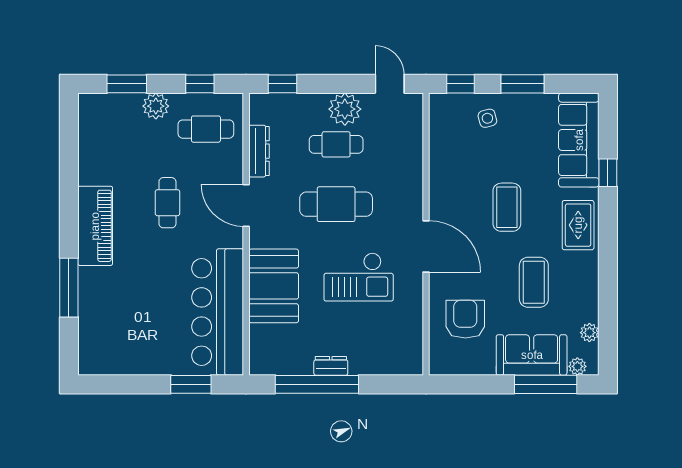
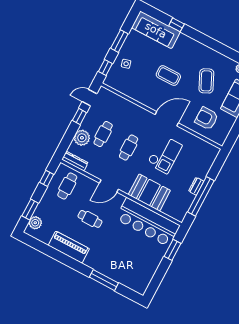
window: (283, 84) -> (79, 116), moved
plant: (156, 106) -> (35, 223), moved
plant: (345, 109) -> (82, 138), moved
dresser: (259, 151) -> (75, 161), moved
cafe table: (336, 204) -> (129, 148), width x0.73, depth x0.74
rug: (578, 225) -> (192, 49), removed
piano: (95, 226) -> (69, 247), moved
coffee table: (534, 282) -> (206, 81), turned 65

